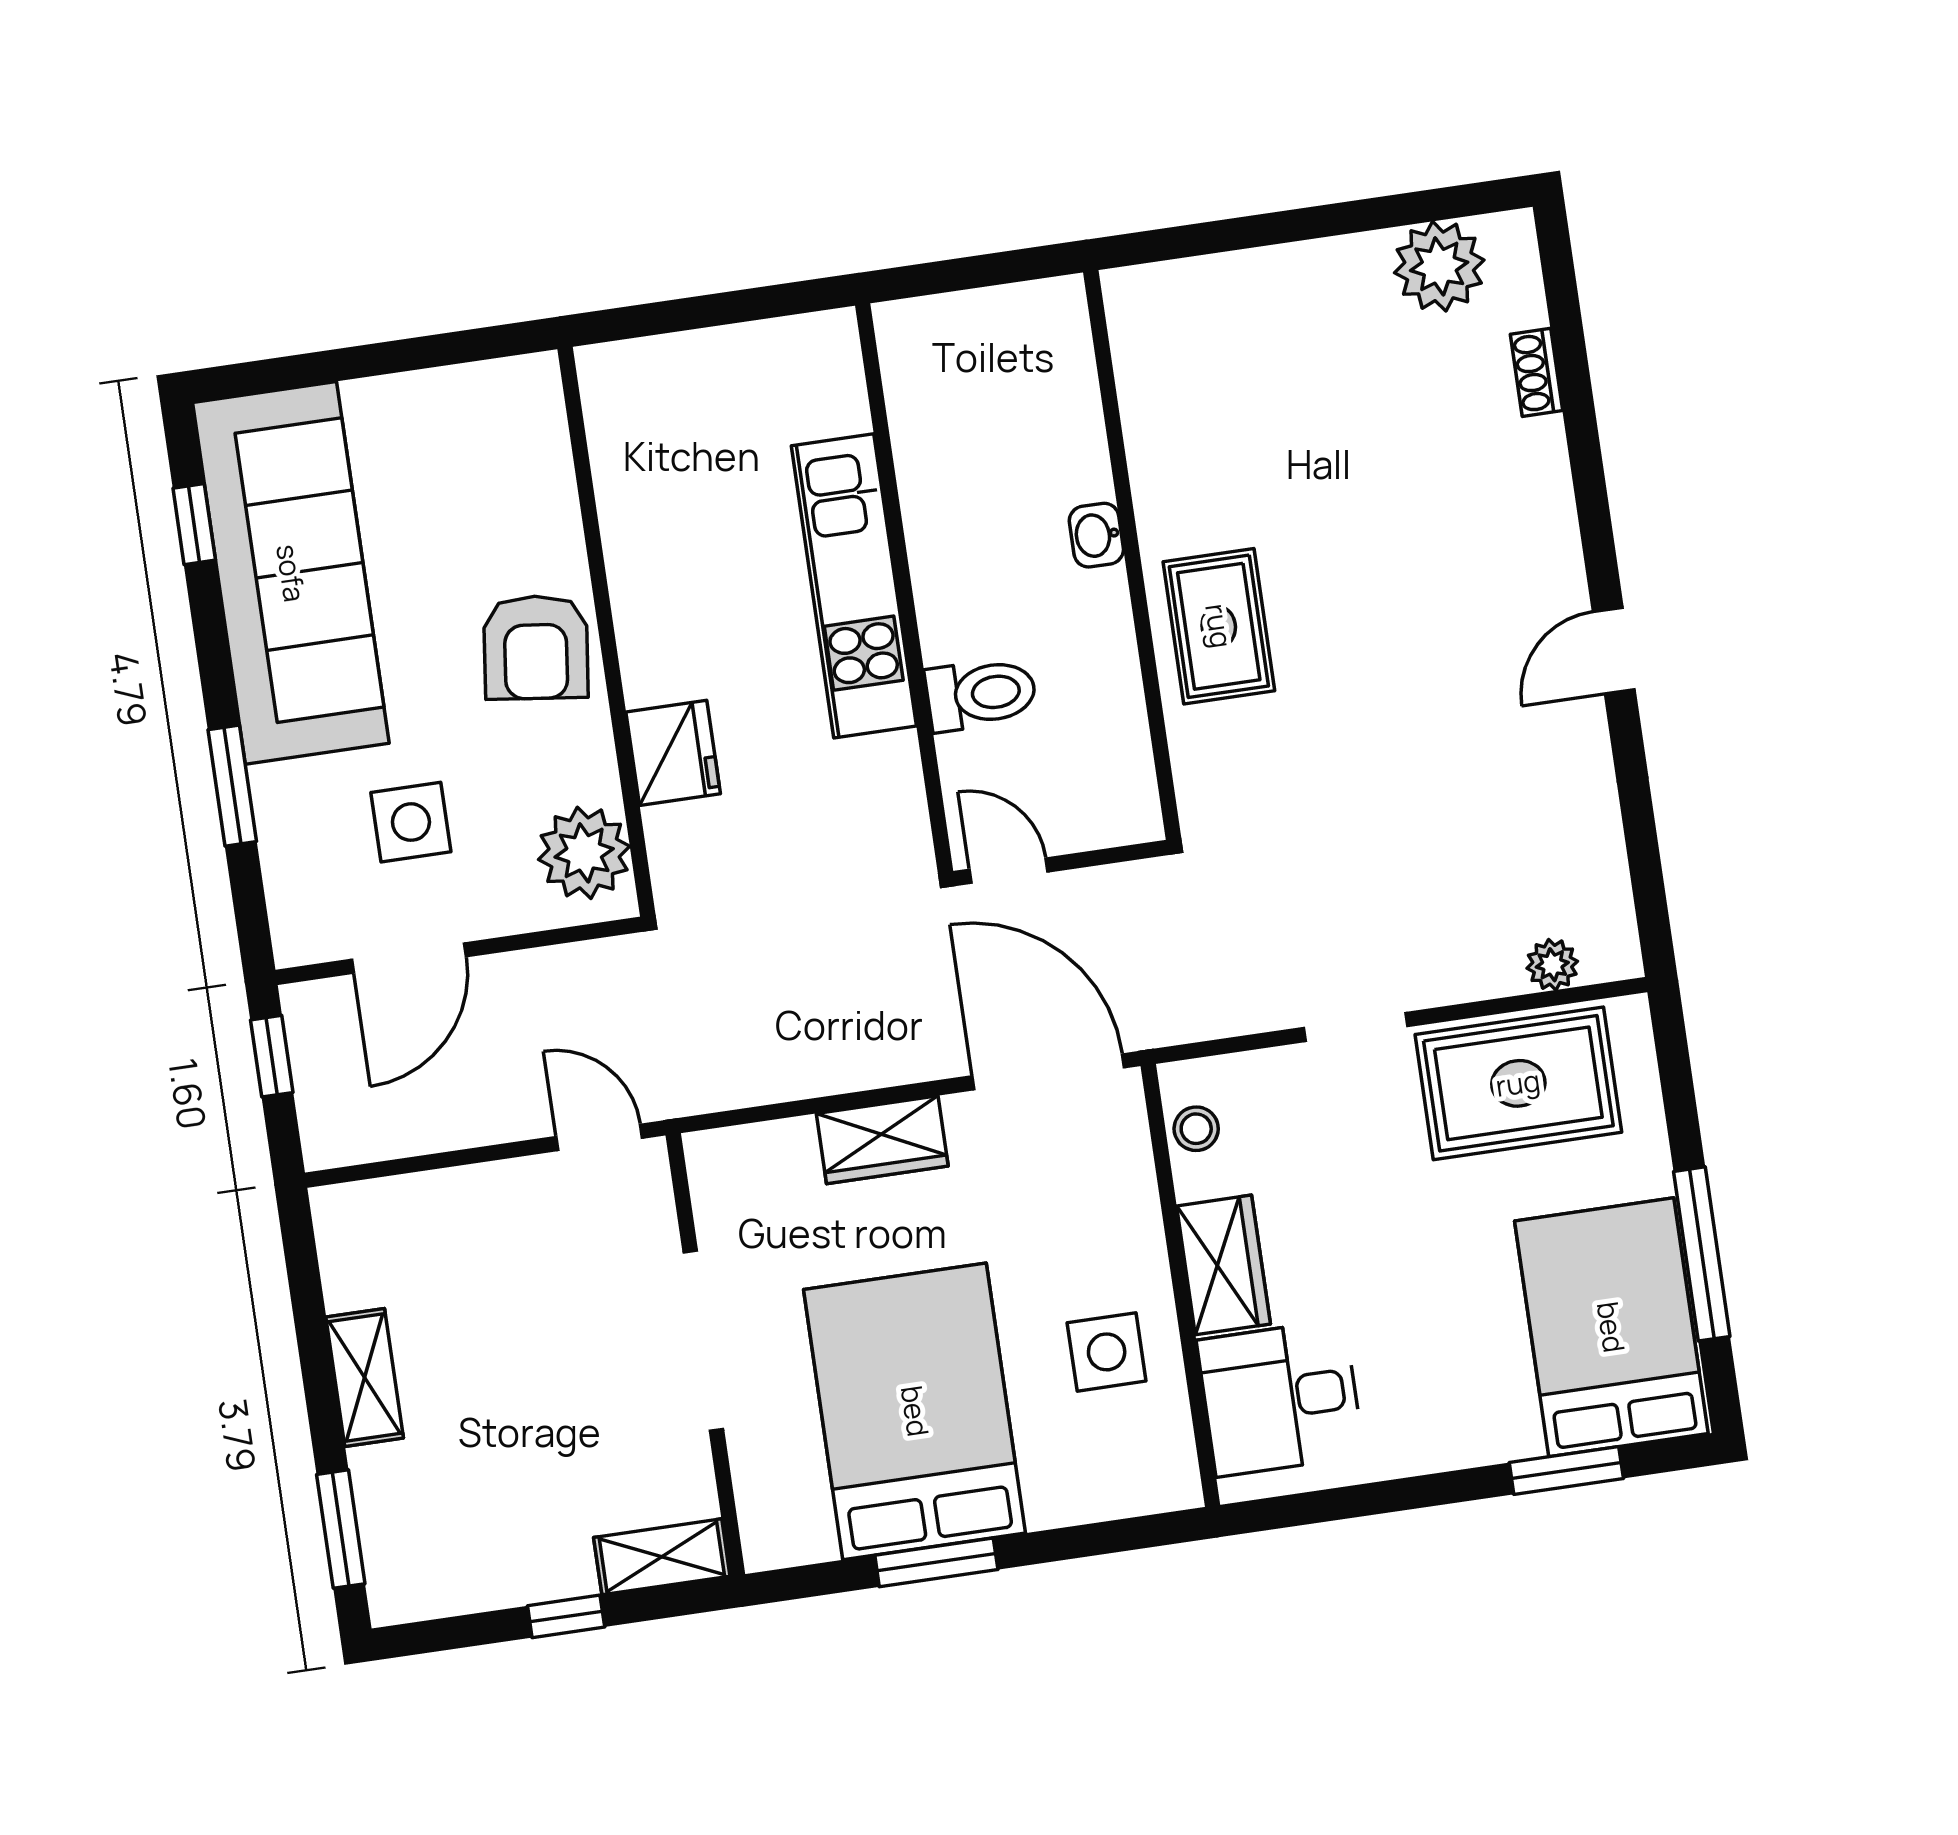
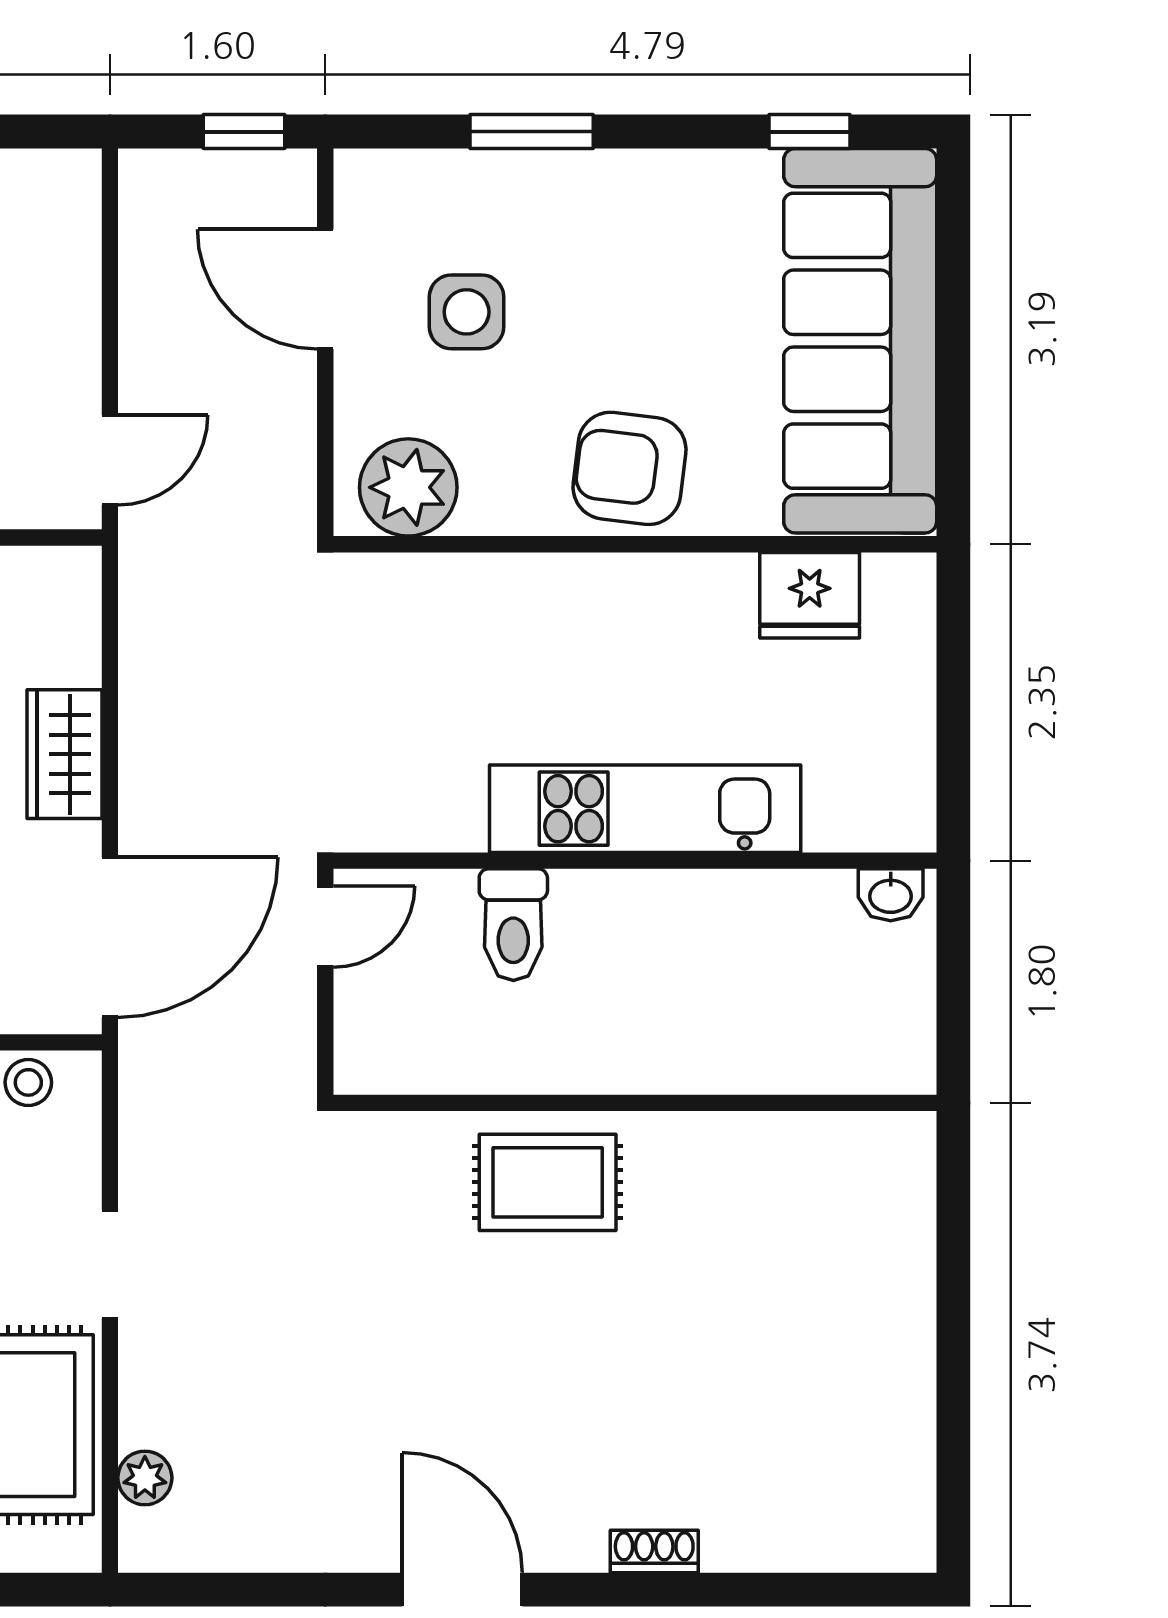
plant: (1439, 266) -> (889, 1466), removed
shoe rack: (1536, 372) -> (654, 1551), moved
washbasin: (1096, 535) -> (891, 895), moved, turned 180
sofa: (291, 573) -> (860, 341), moved, turned 90
door: (1614, 651) -> (462, 1590), width x1.38
fridge: (673, 753) -> (810, 595), moved

